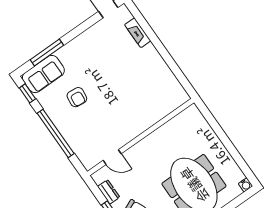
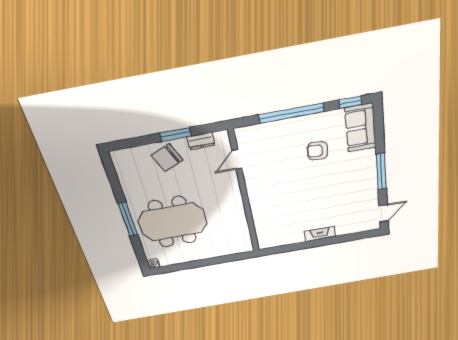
fireplace: (138, 33) -> (320, 234), moved
window: (47, 53) -> (381, 172), moved

